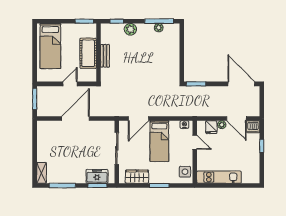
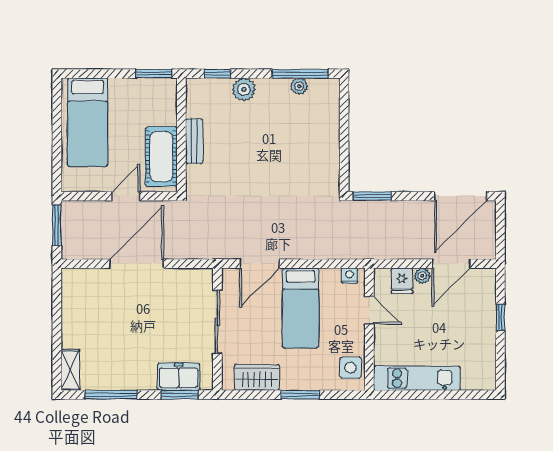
cot: (88, 53) -> (161, 157), moved
door: (241, 84) -> (461, 196), swing flipped
door: (236, 118) -> (451, 264), hinge flipped
dishwasher: (253, 127) -> (483, 280), removed

